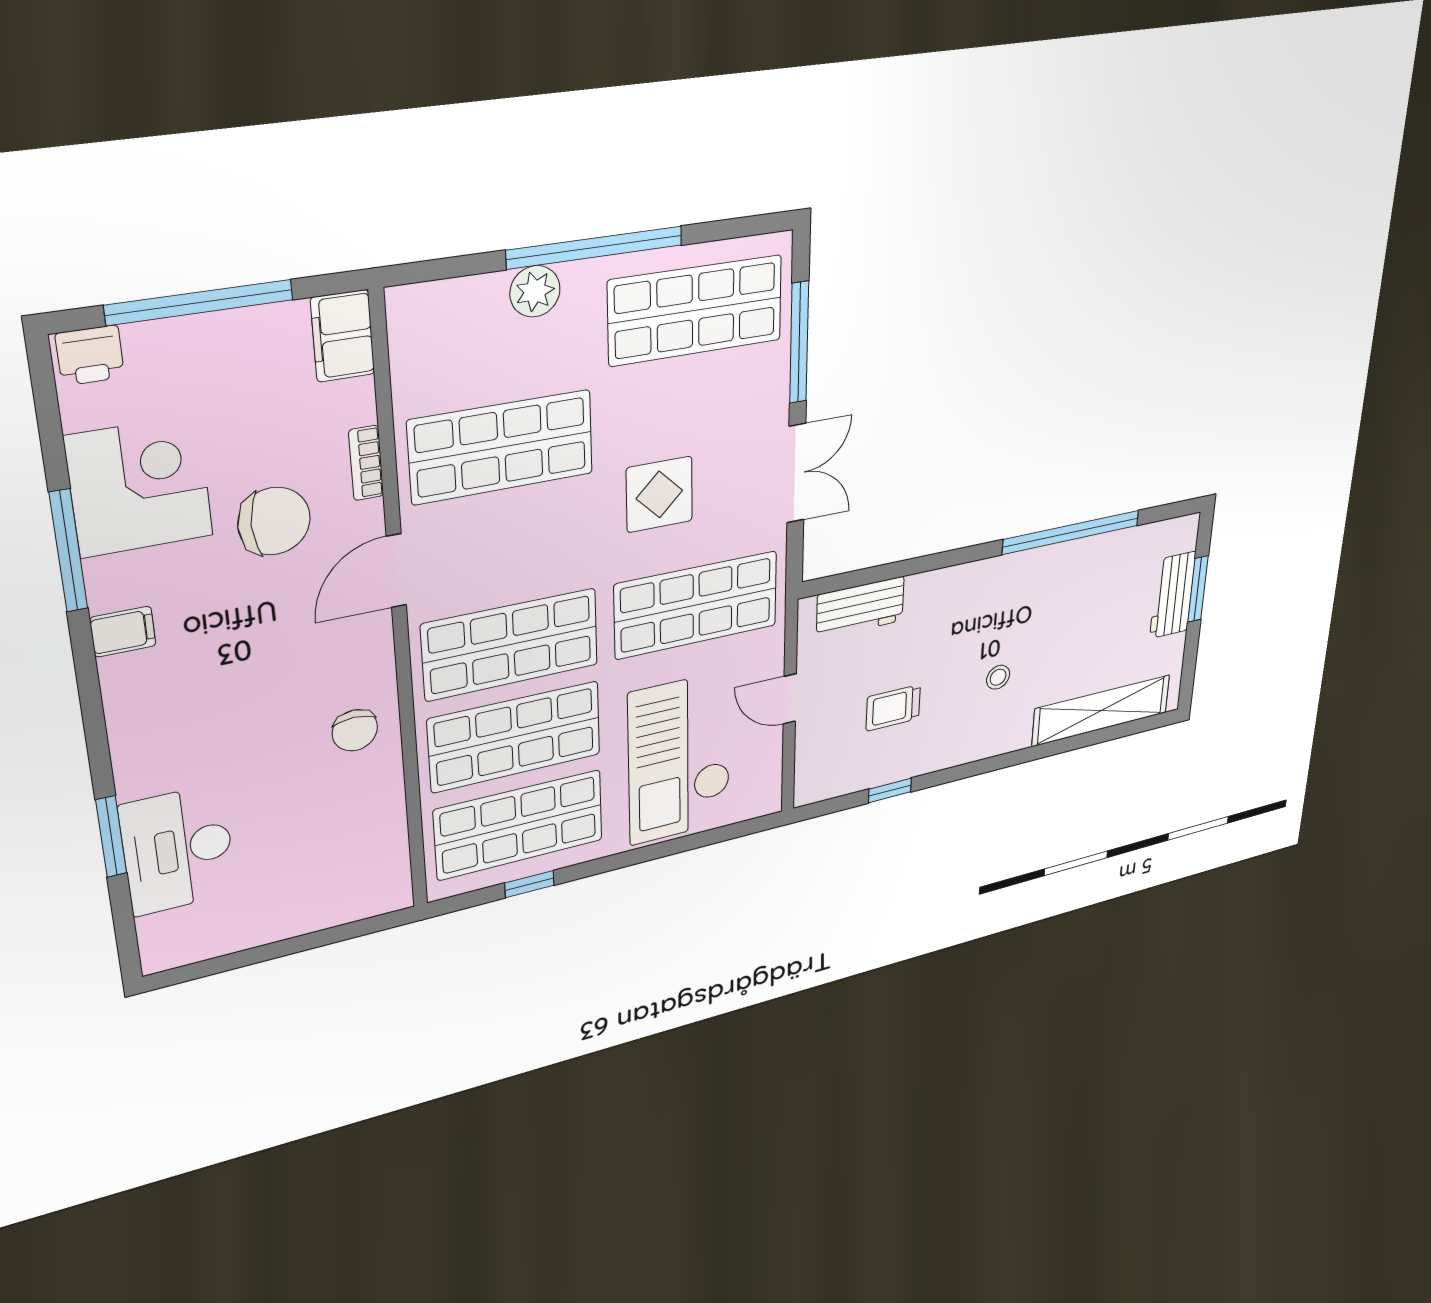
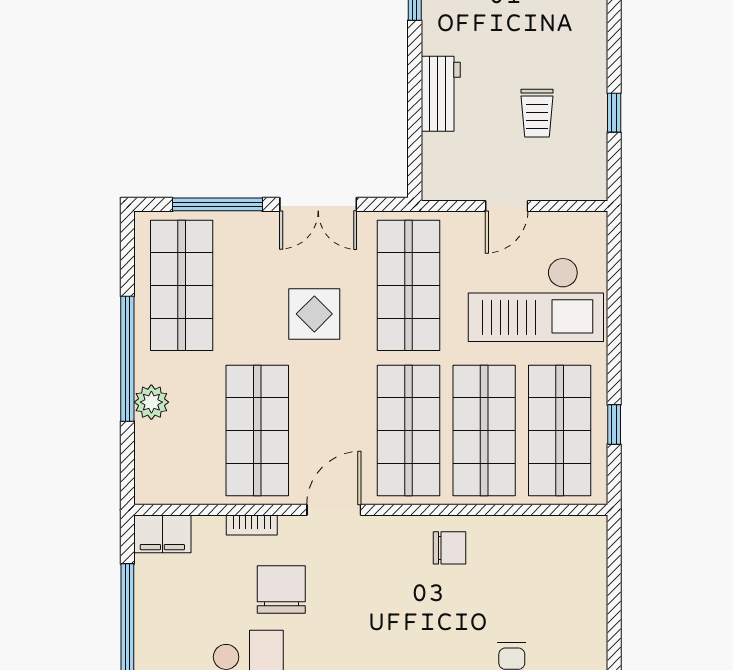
double door: (796, 473) -> (318, 204), swing flipped
door: (396, 571) -> (334, 510), swing flipped
workbench: (860, 608) -> (441, 94), moved
stool: (998, 677) -> (532, 16), removed

